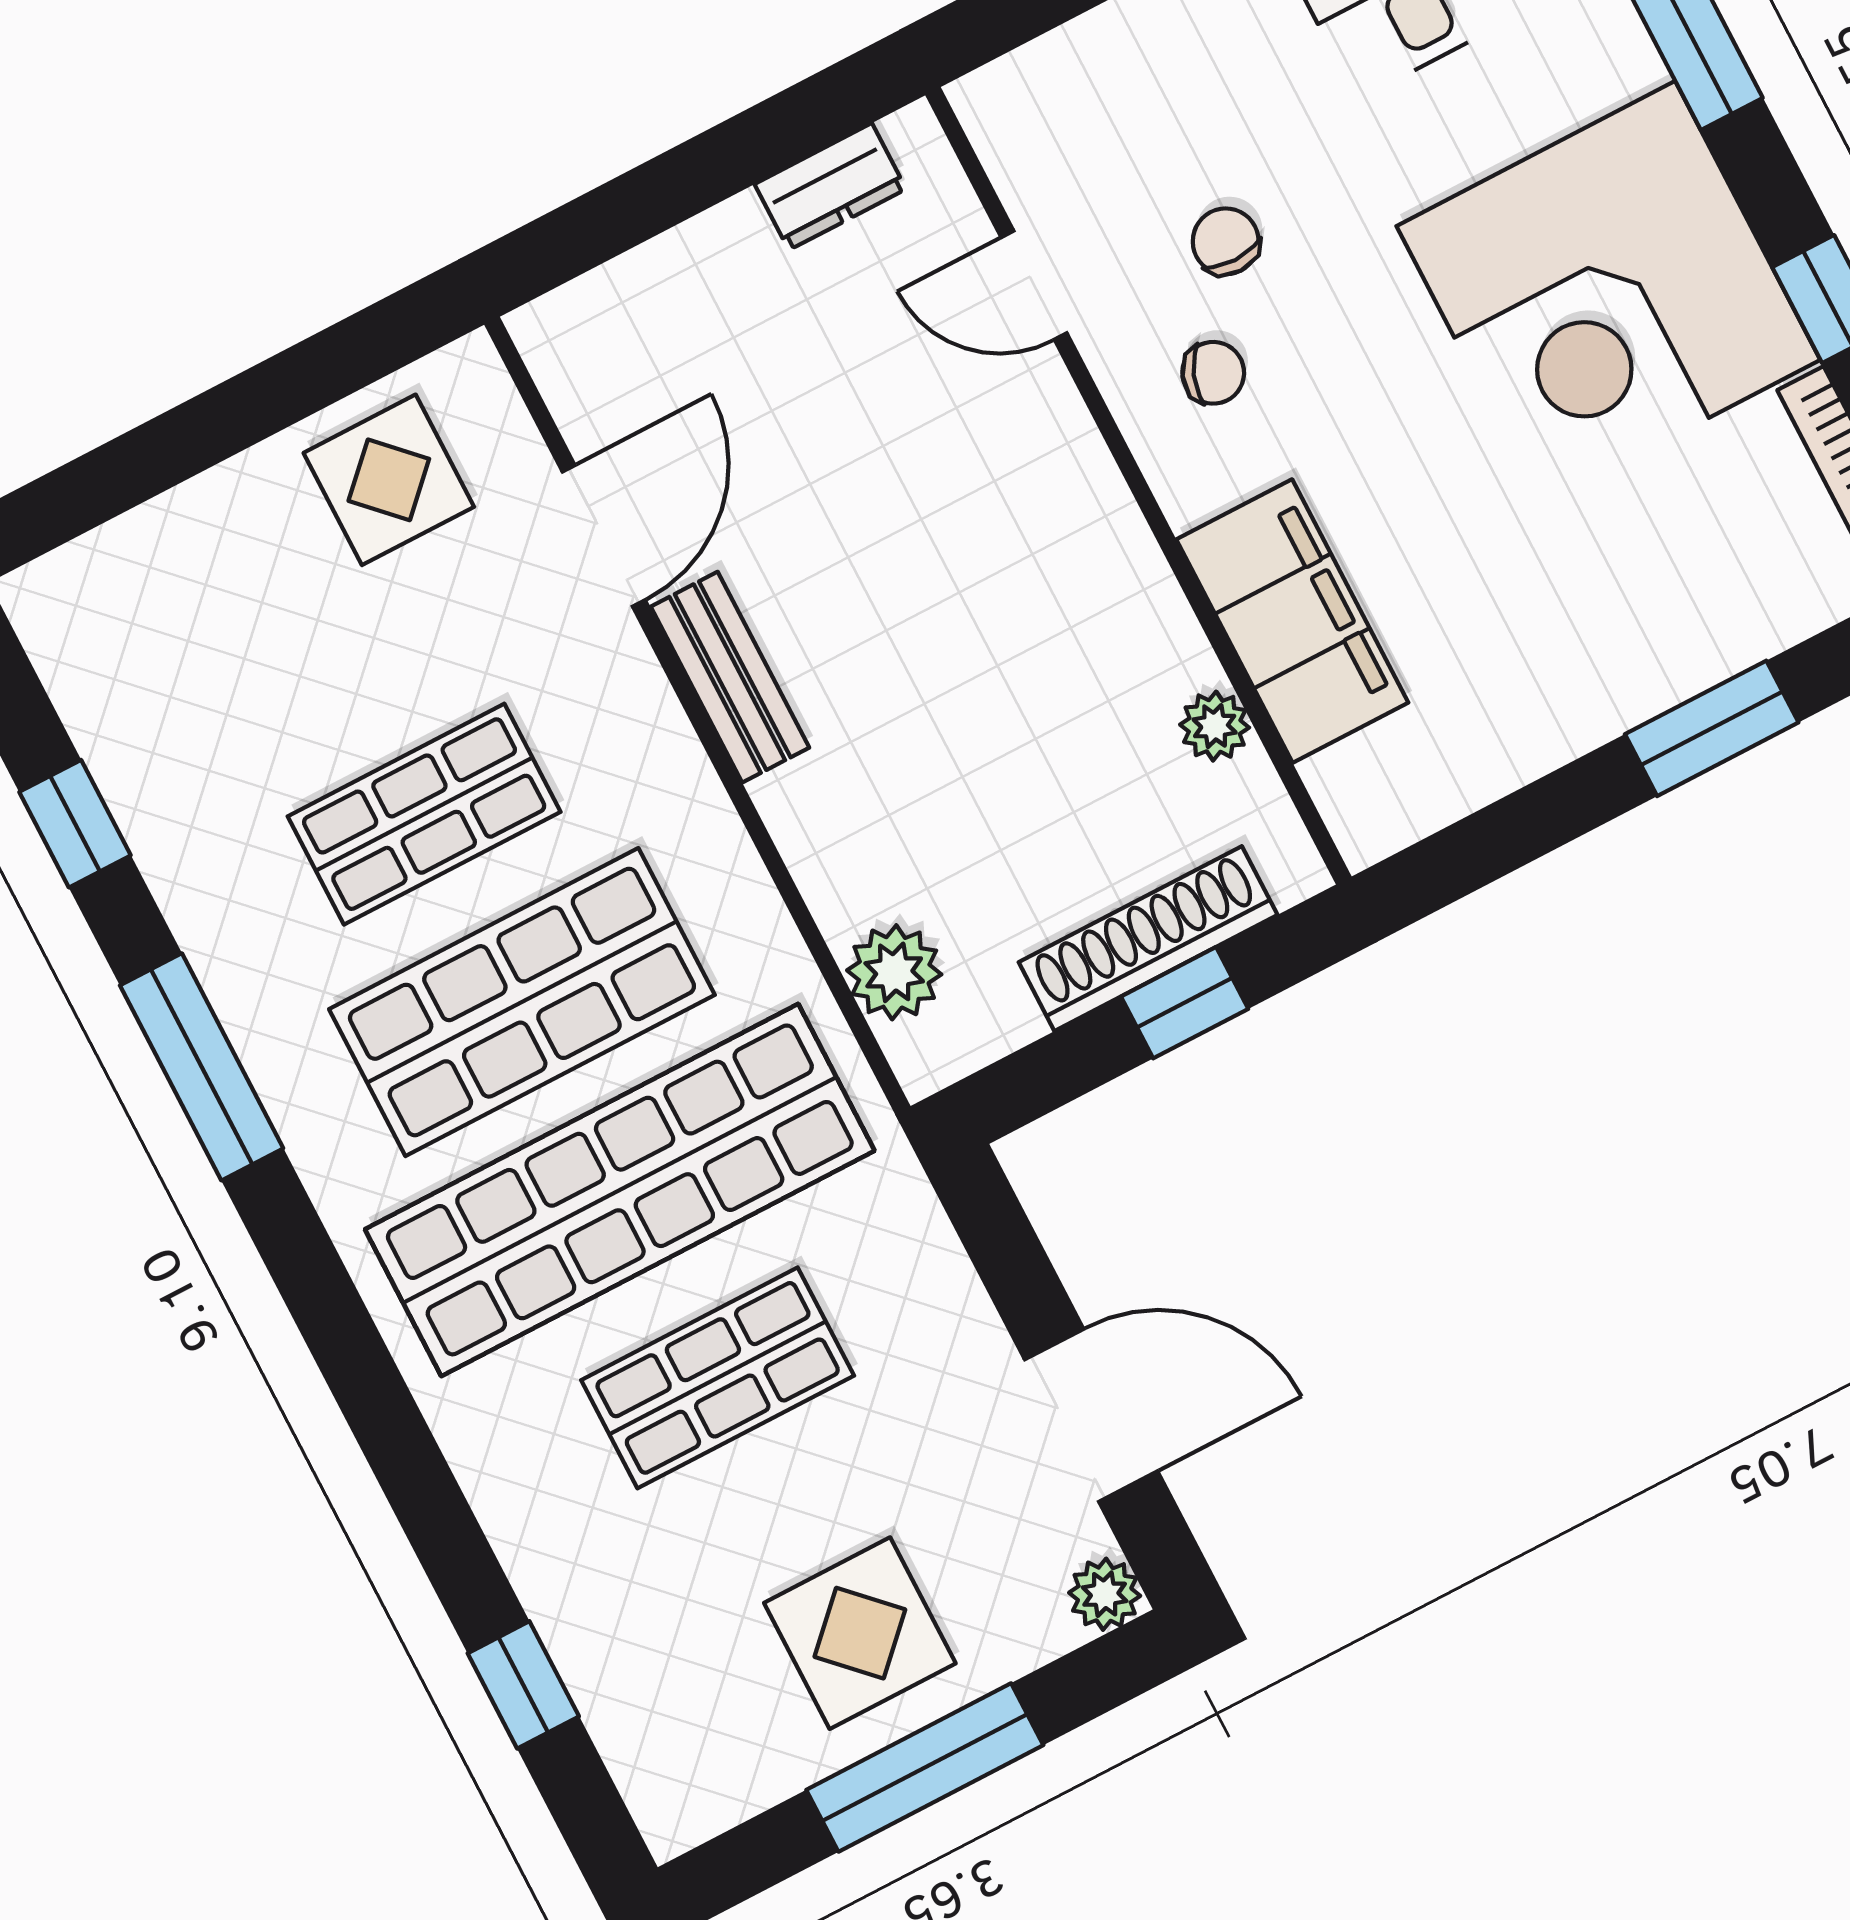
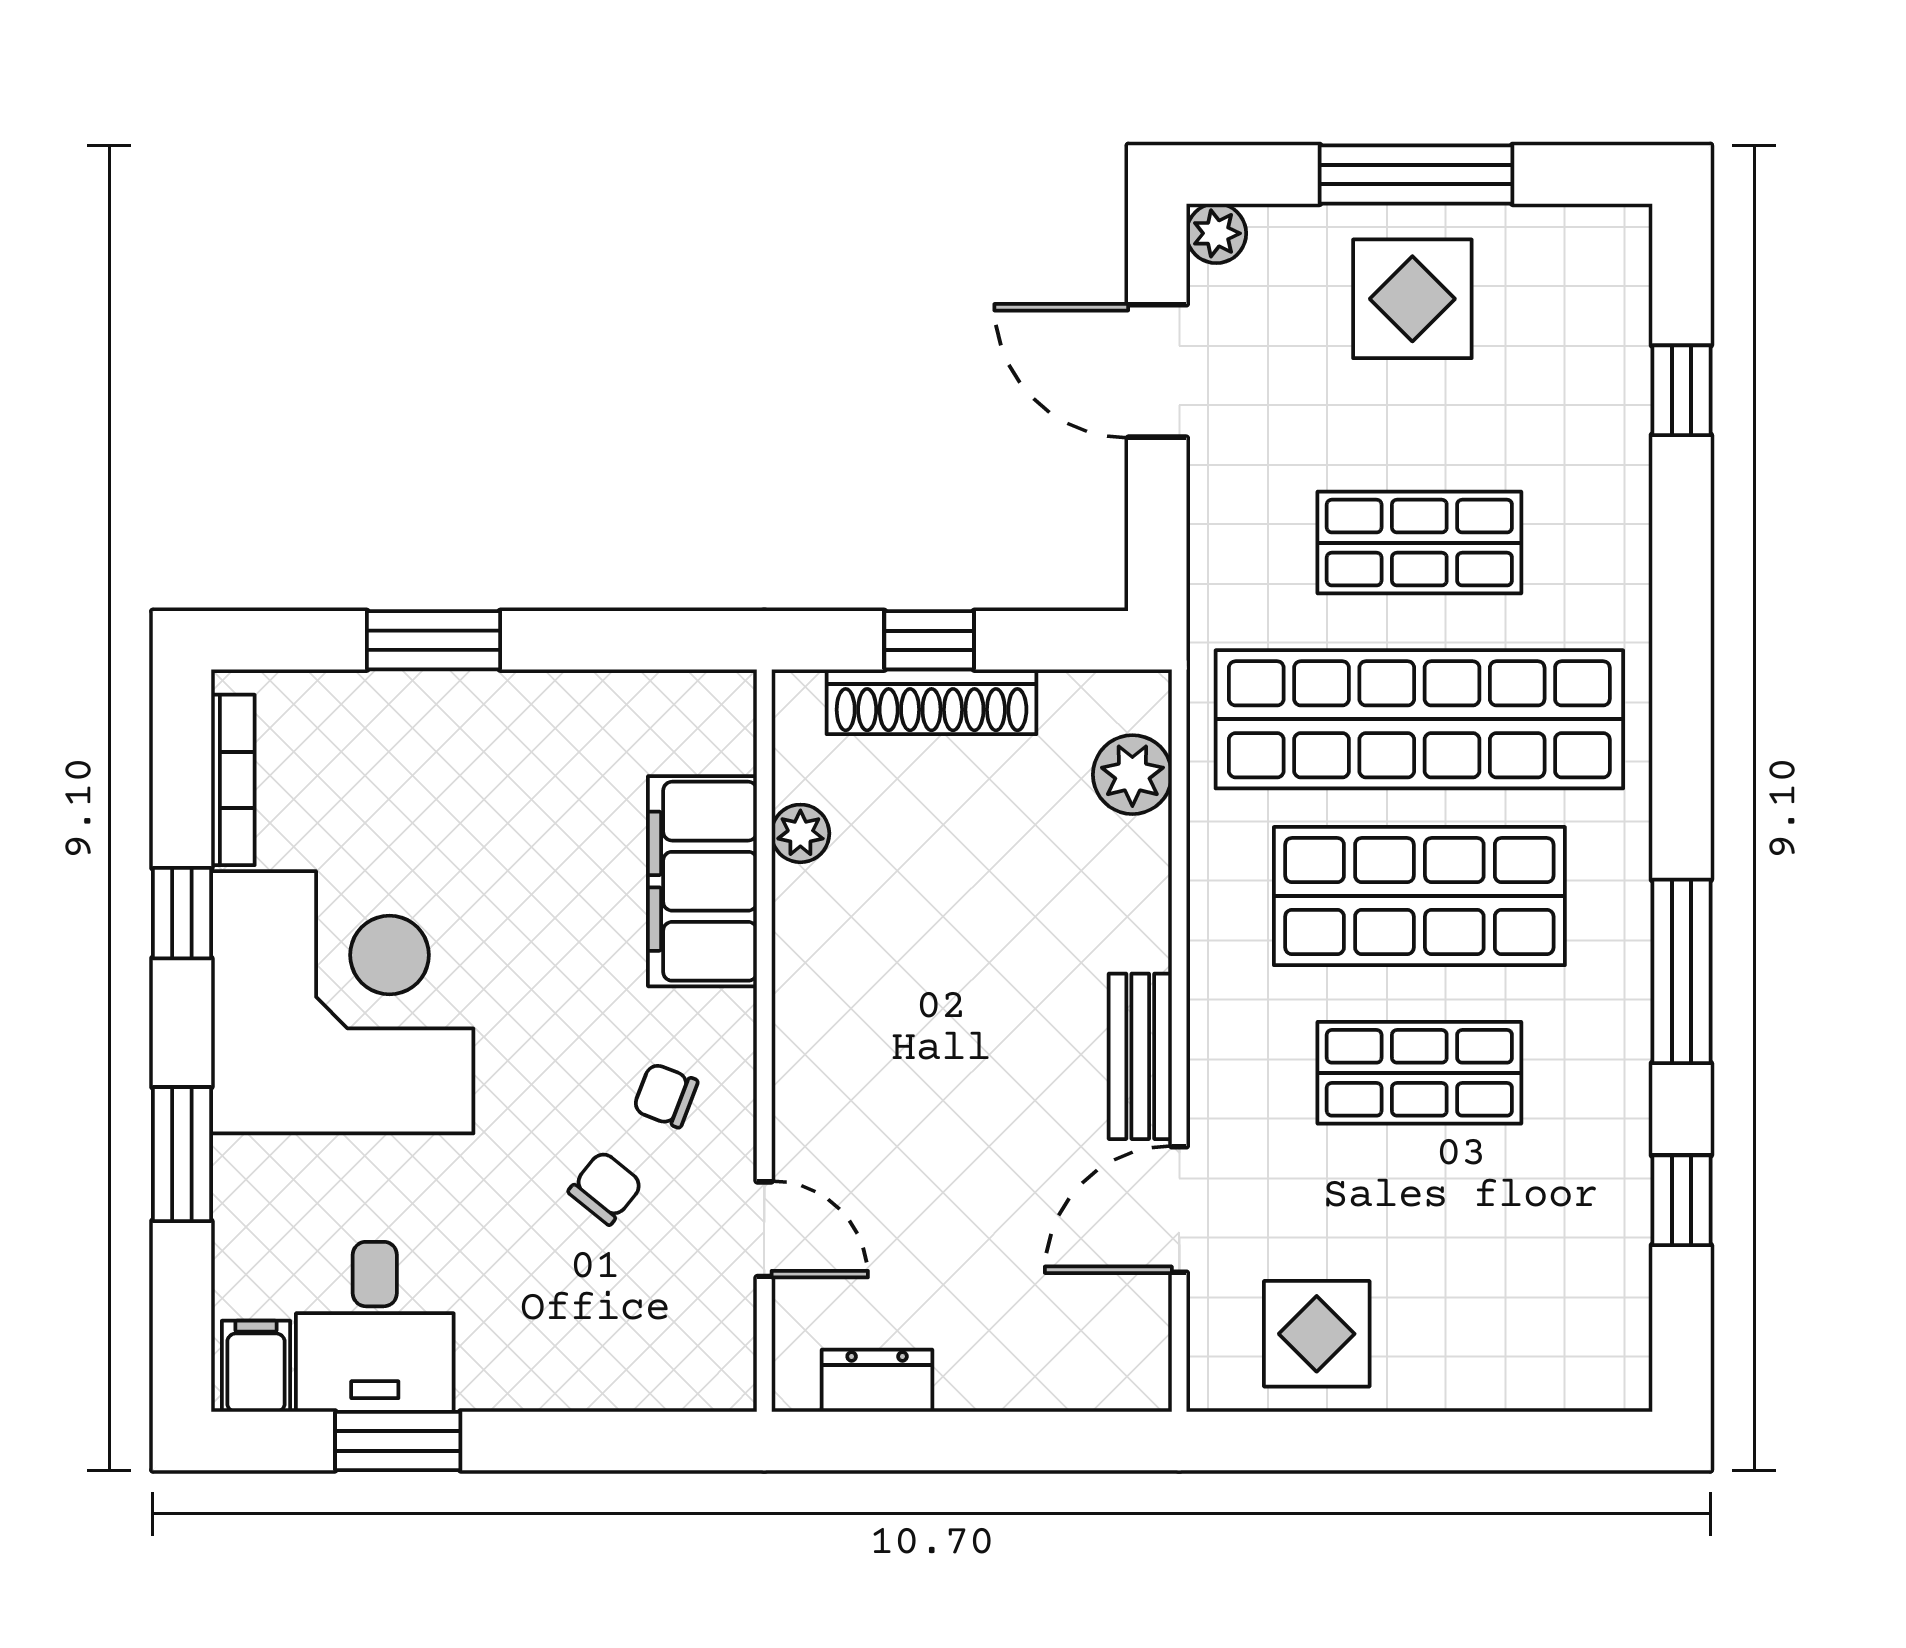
chair: (1226, 241) -> (606, 1188), turned -141

